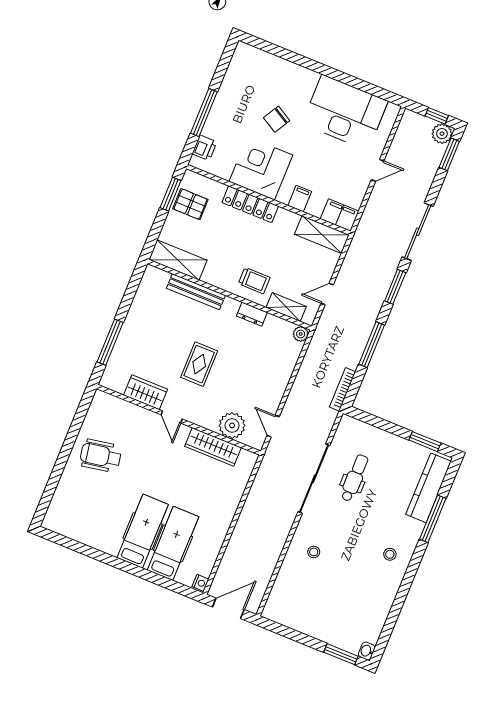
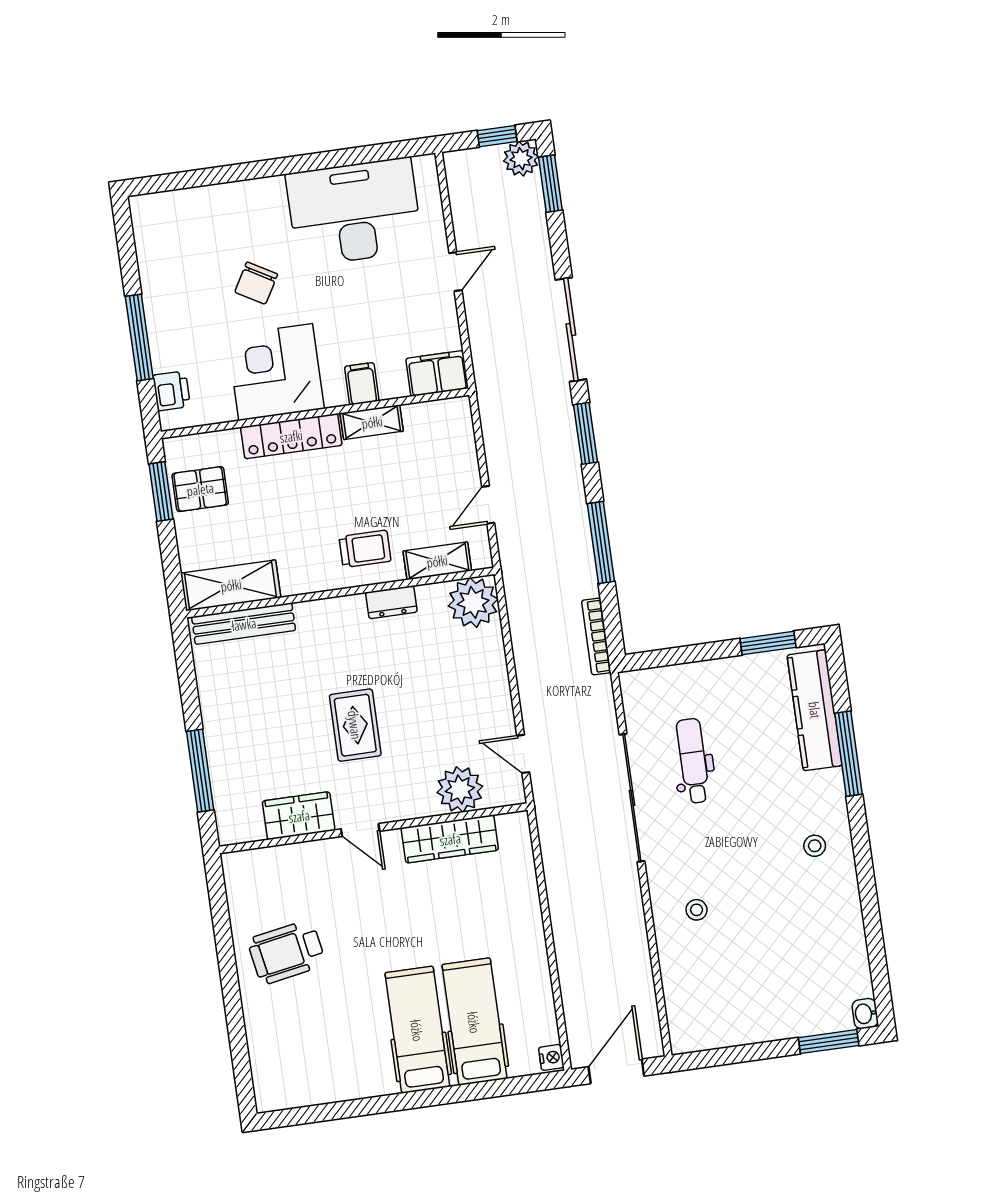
shelving: (322, 235) -> (372, 422), moved, width x0.67, depth x0.75
bench: (196, 292) -> (244, 624), moved
plant: (301, 334) -> (473, 602), width x1.87, depth x1.87

